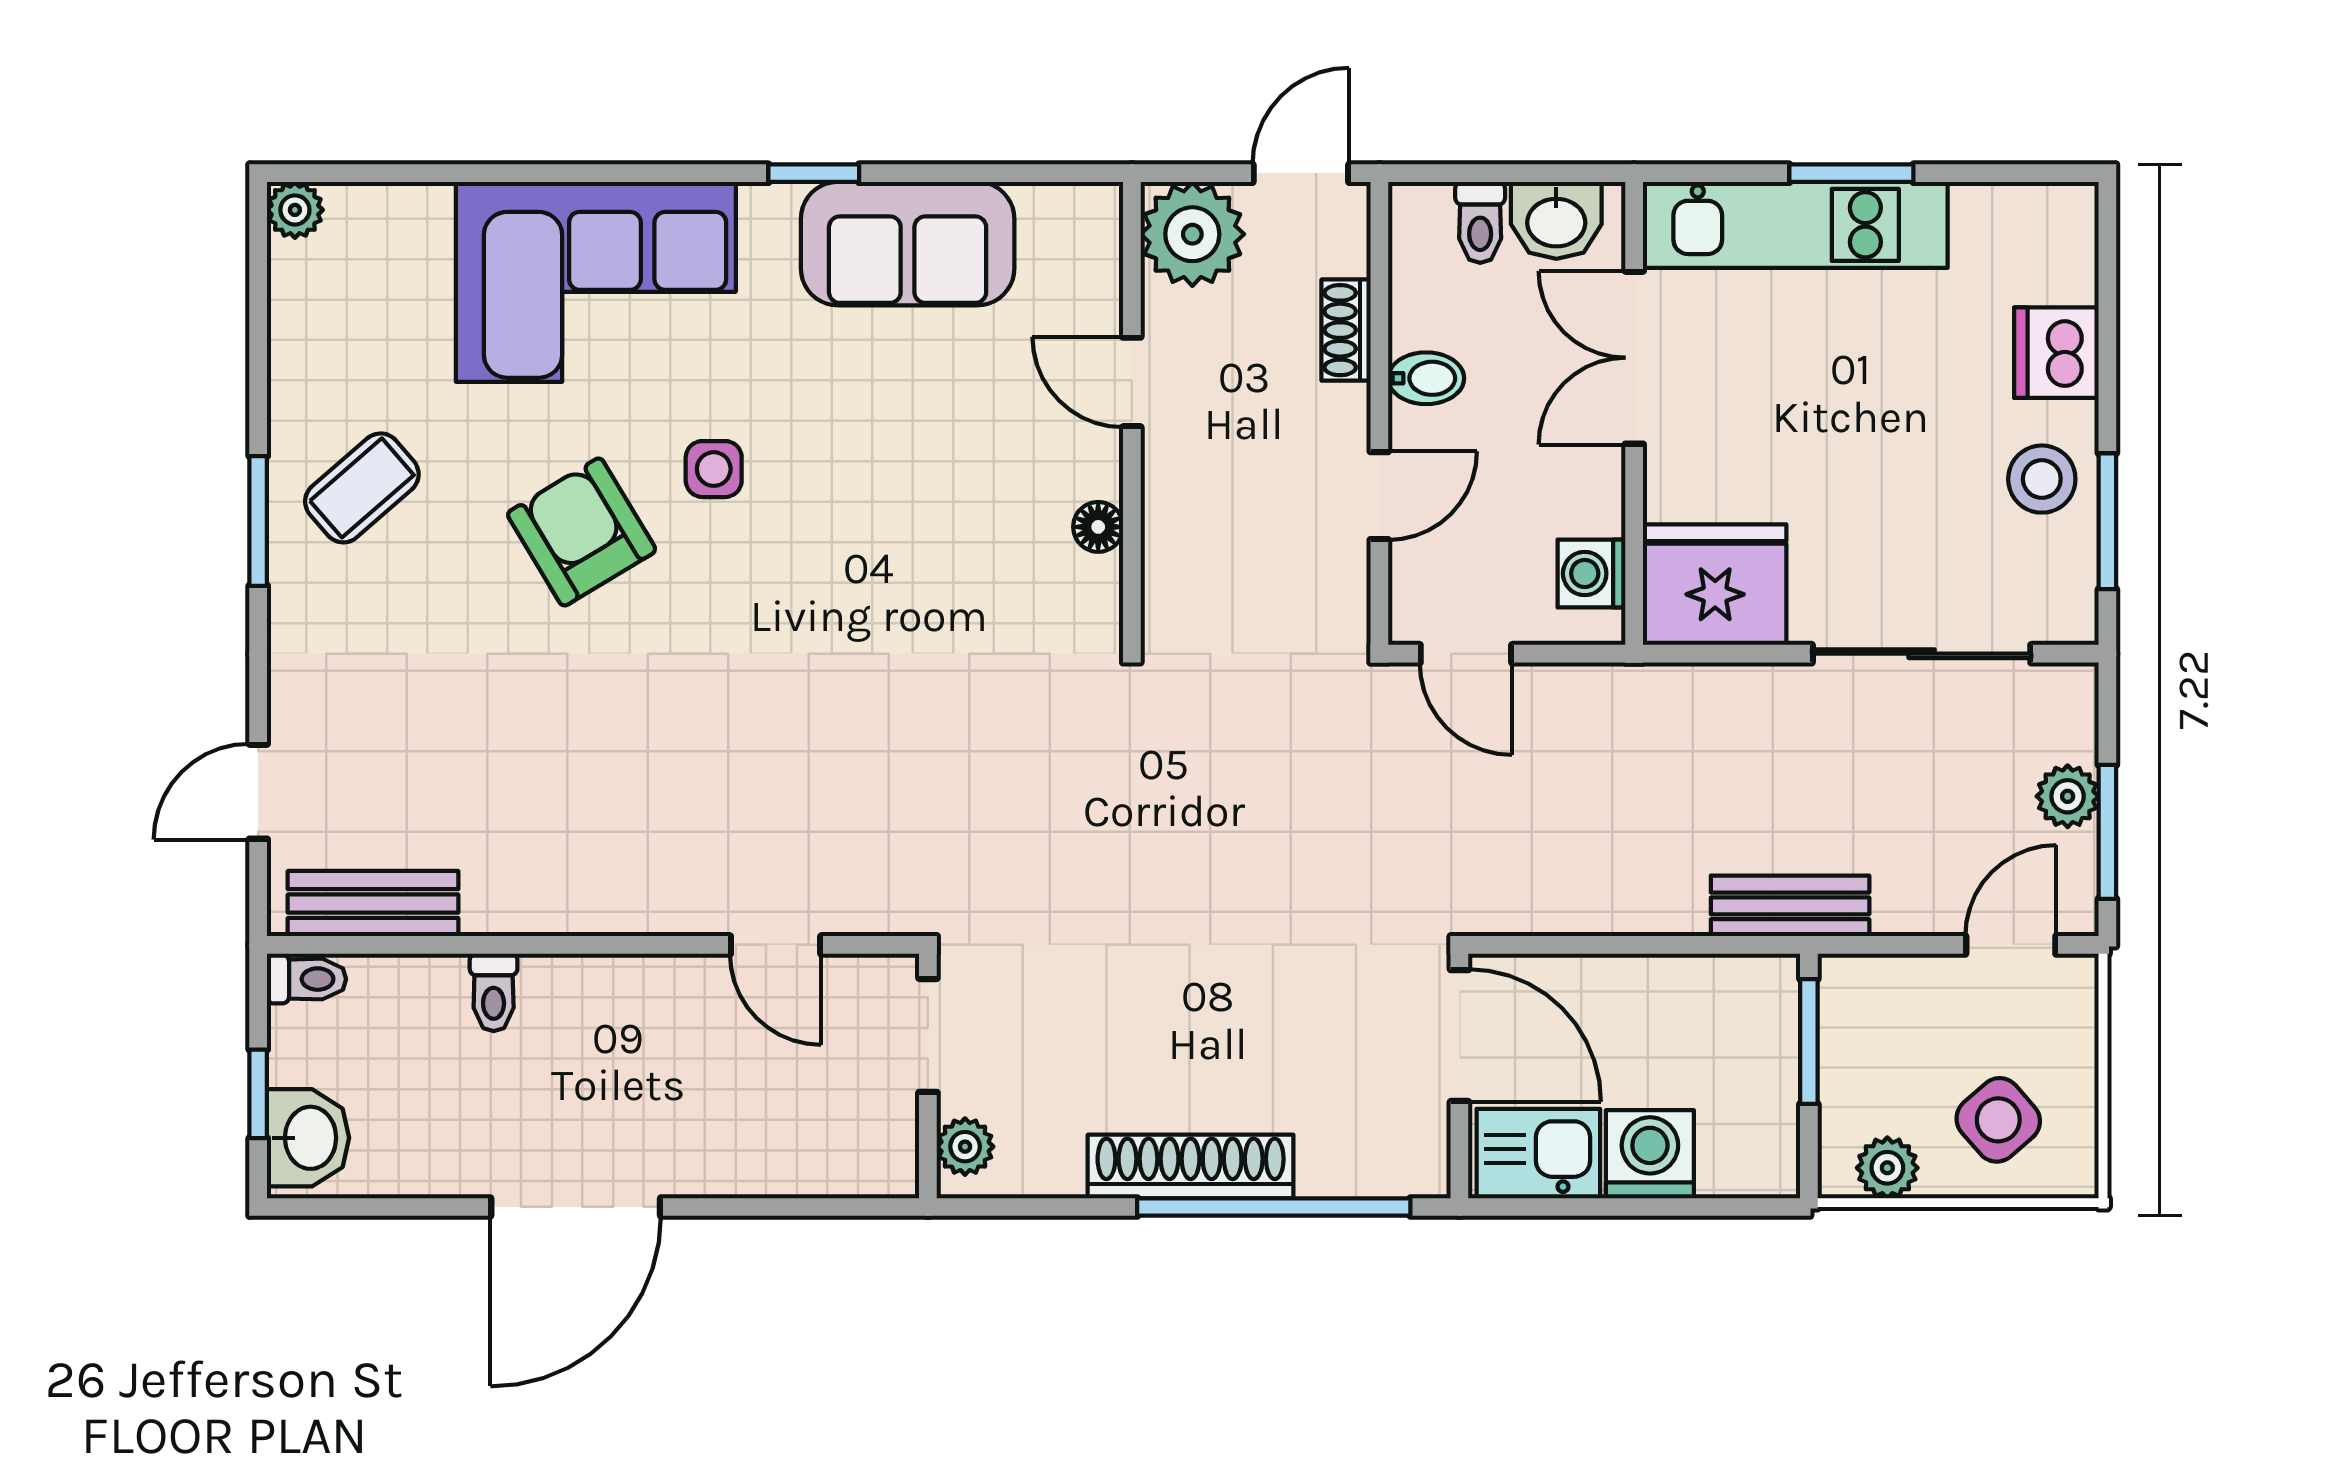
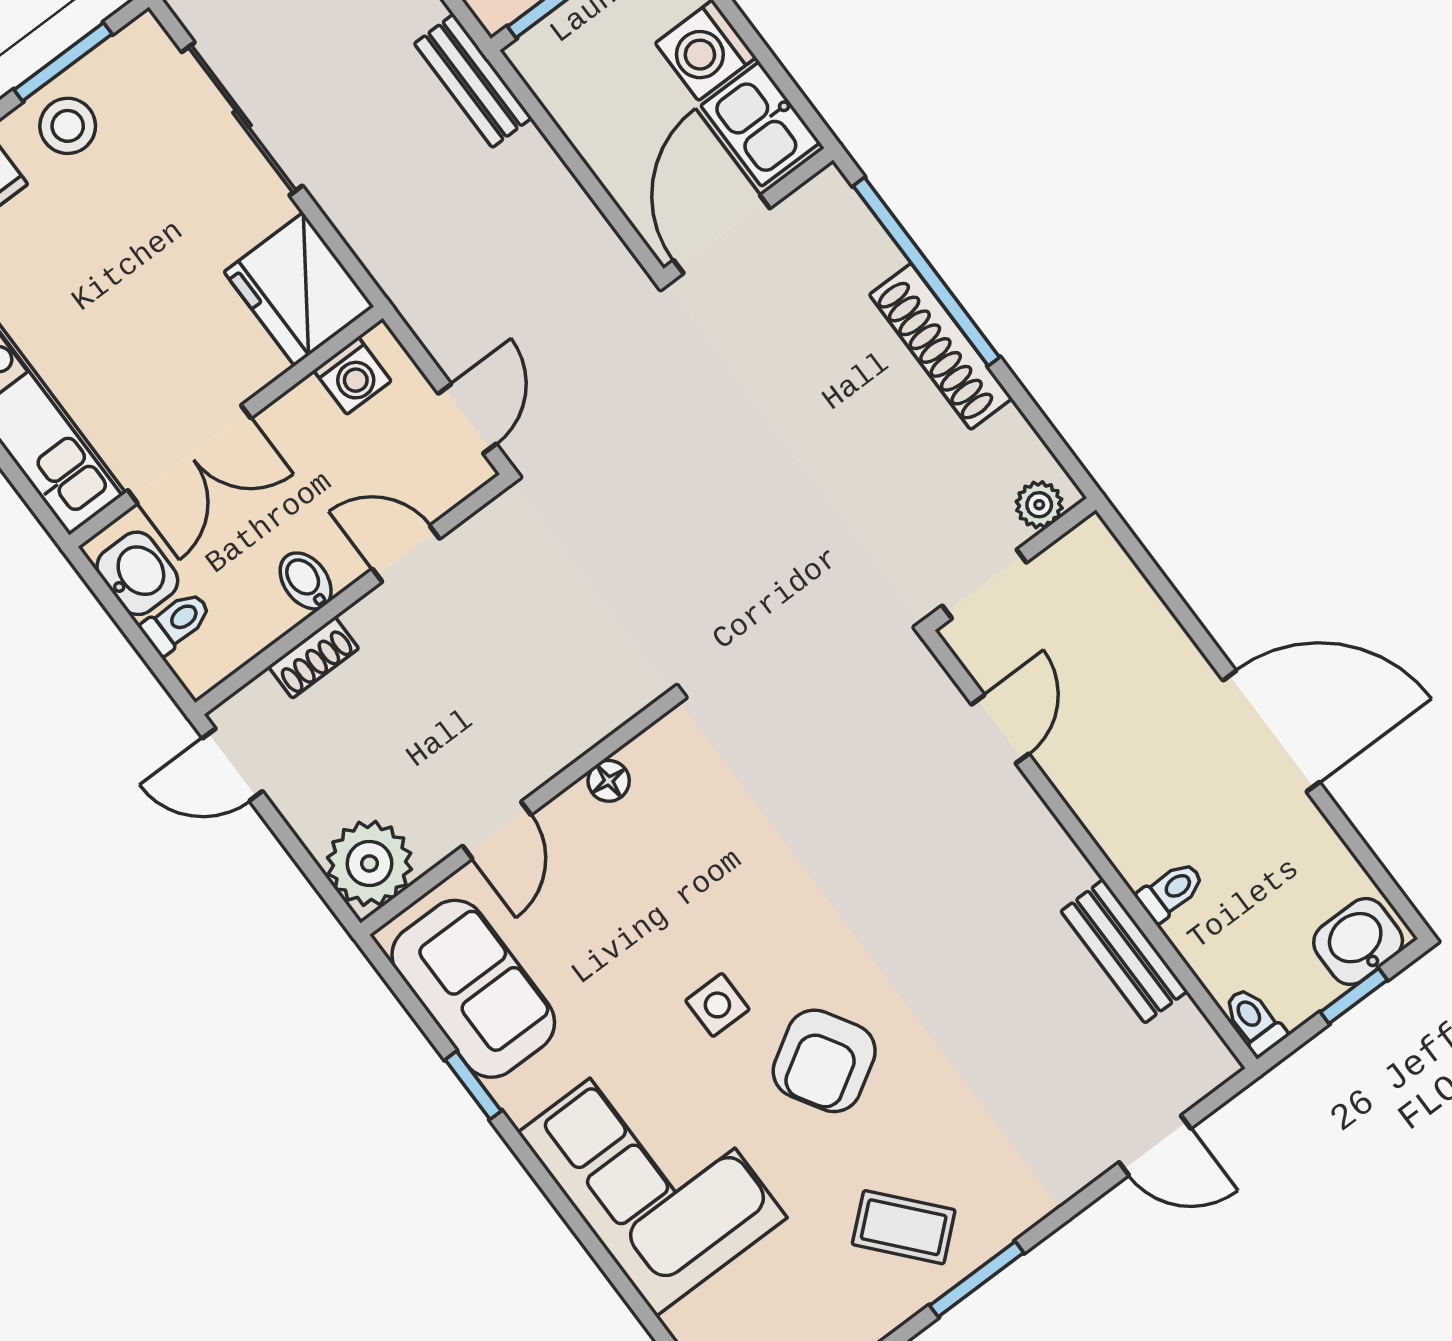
plant: (1192, 234) -> (369, 863), moved
door: (1132, 382) -> (497, 830), moved
wall: (1132, 413) -> (517, 815), moved
floor lamp: (1098, 527) -> (609, 781), moved
bench: (373, 904) -> (1124, 951), moved

